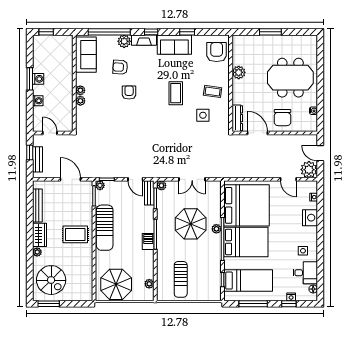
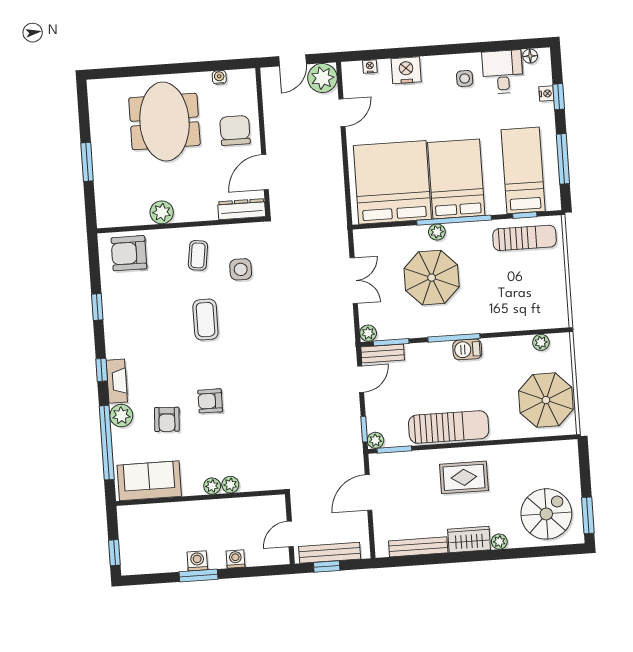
sofa: (174, 45) -> (121, 328), removed
coffee table: (176, 93) -> (205, 320), turned 90
chair: (282, 118) -> (235, 130), turned -90
bench: (38, 159) -> (330, 553), width x1.36
rug: (75, 234) -> (464, 477), turned 90
sun lounger: (181, 279) -> (525, 238), moved

